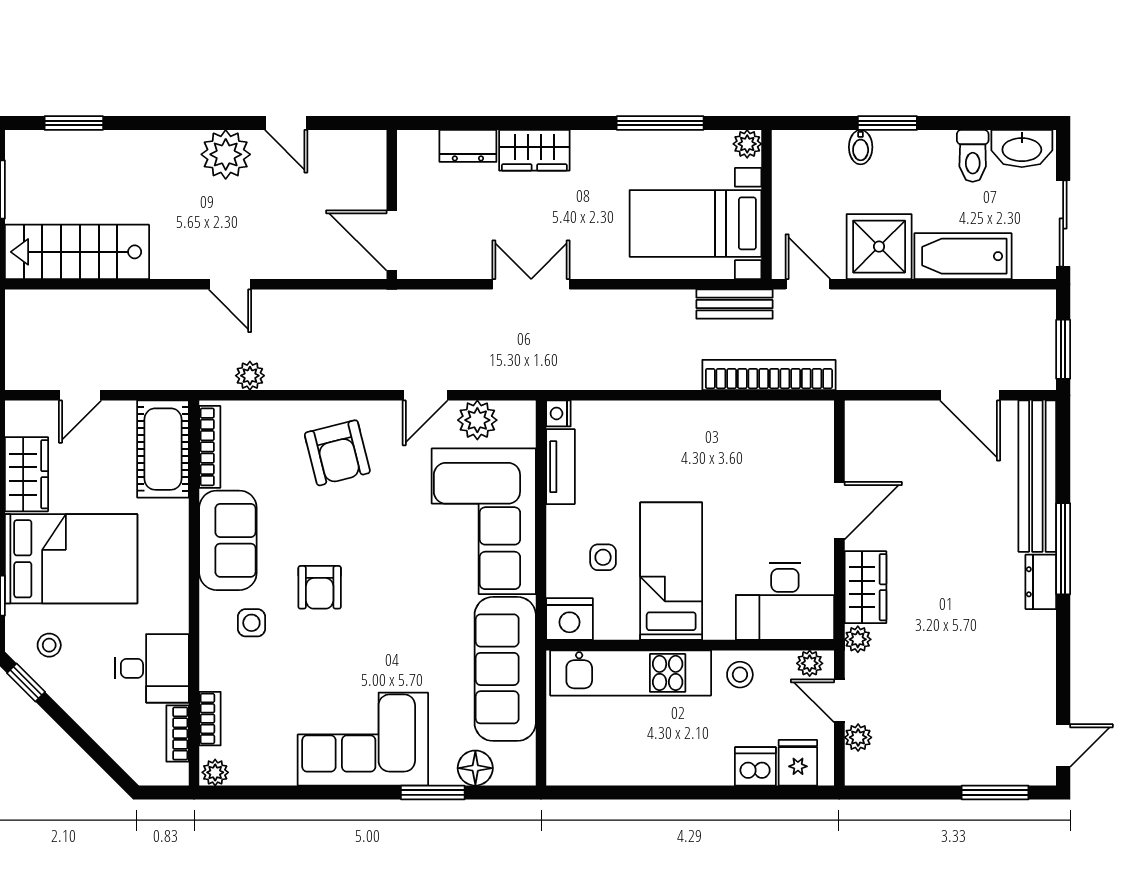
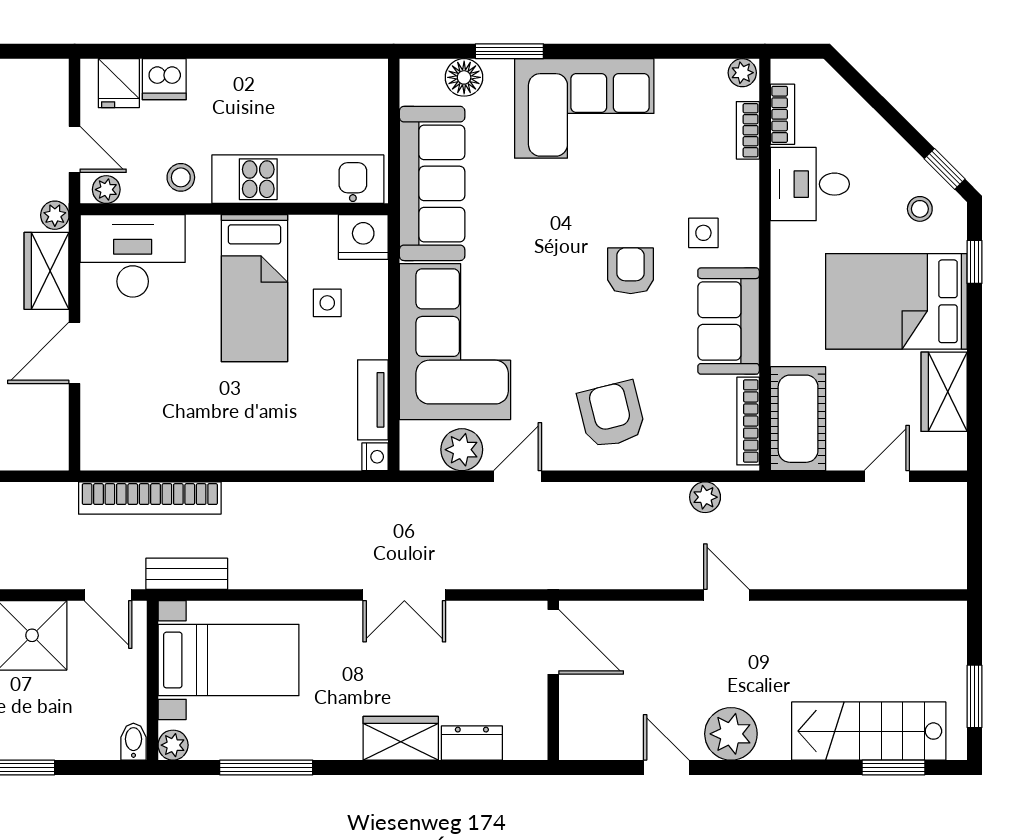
bidet: (861, 147) -> (133, 742), moved
stairs: (77, 252) -> (869, 731), moved, turned 180
plant: (858, 737) -> (54, 110), removed

